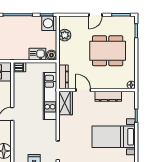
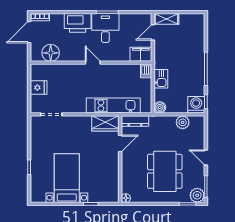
plant: (129, 22) -> (197, 195), added
kitchen sink: (37, 54) -> (161, 79), moved
dresser: (108, 96) -> (113, 172), removed

